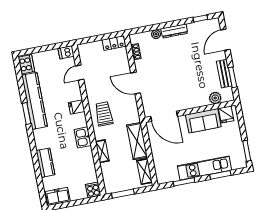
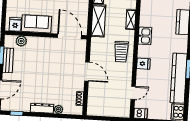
locker: (114, 43) -> (97, 111), removed

